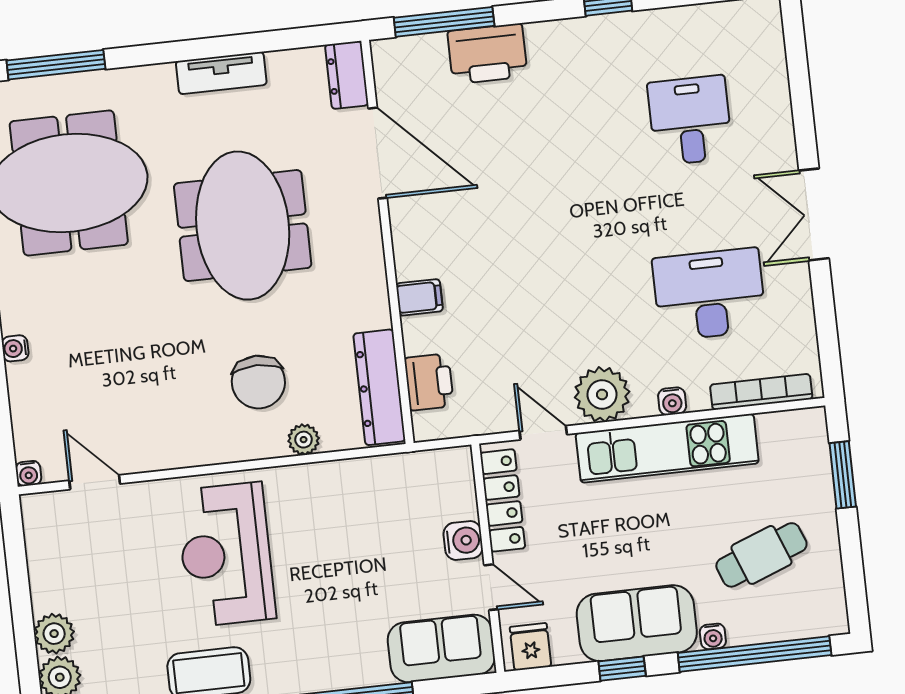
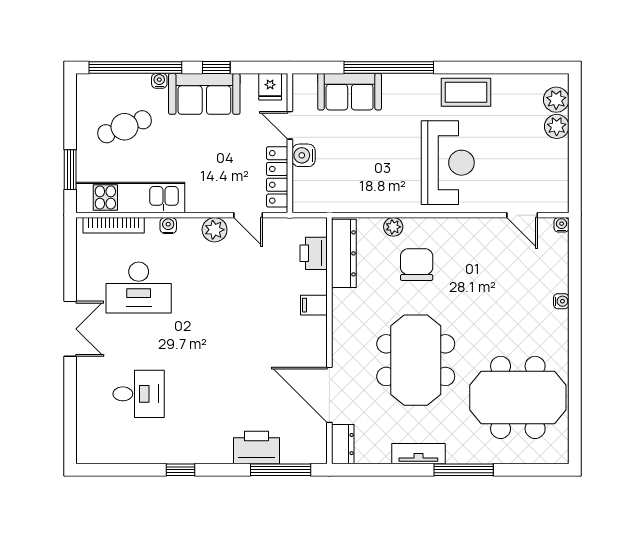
window: (56, 65) -> (464, 470), moved
desk: (690, 120) -> (139, 394), turned -90
plant: (602, 394) -> (215, 230), width x0.73, depth x0.73
kitchen unit: (667, 448) -> (130, 197), moved
sofa: (441, 648) -> (350, 92), moved

